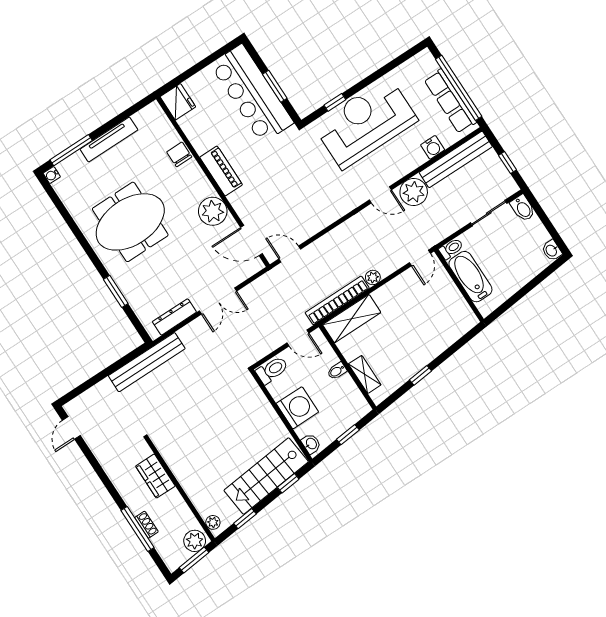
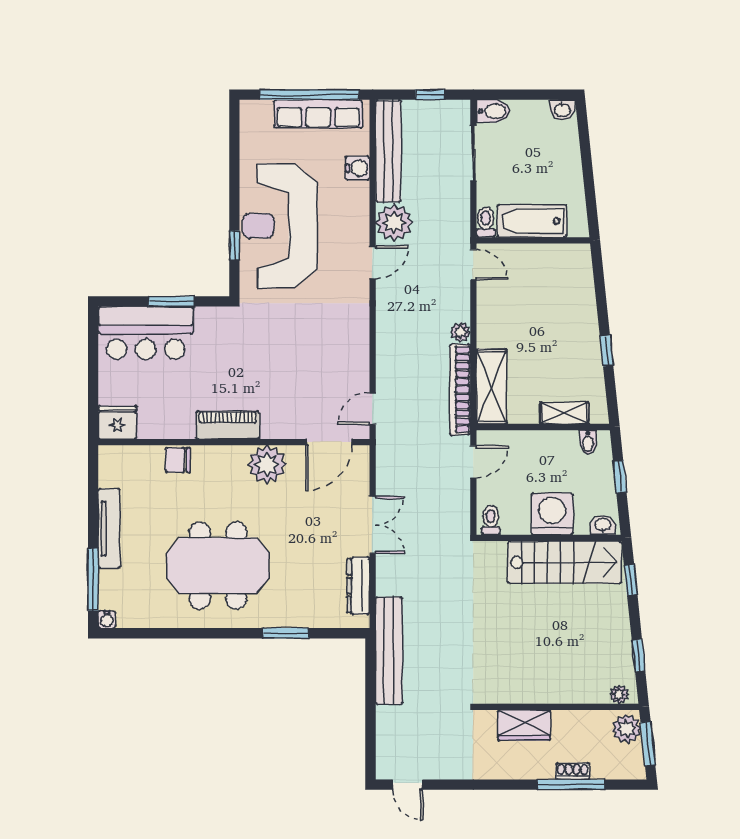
bar counter: (252, 94) -> (146, 333), width x0.73
meeting table: (130, 222) -> (218, 566), turned 90
toilet: (272, 370) -> (491, 520), width x0.73, depth x0.72
bidet: (337, 371) -> (588, 442), moved
stairs: (266, 476) -> (565, 562), moved, turned -84

